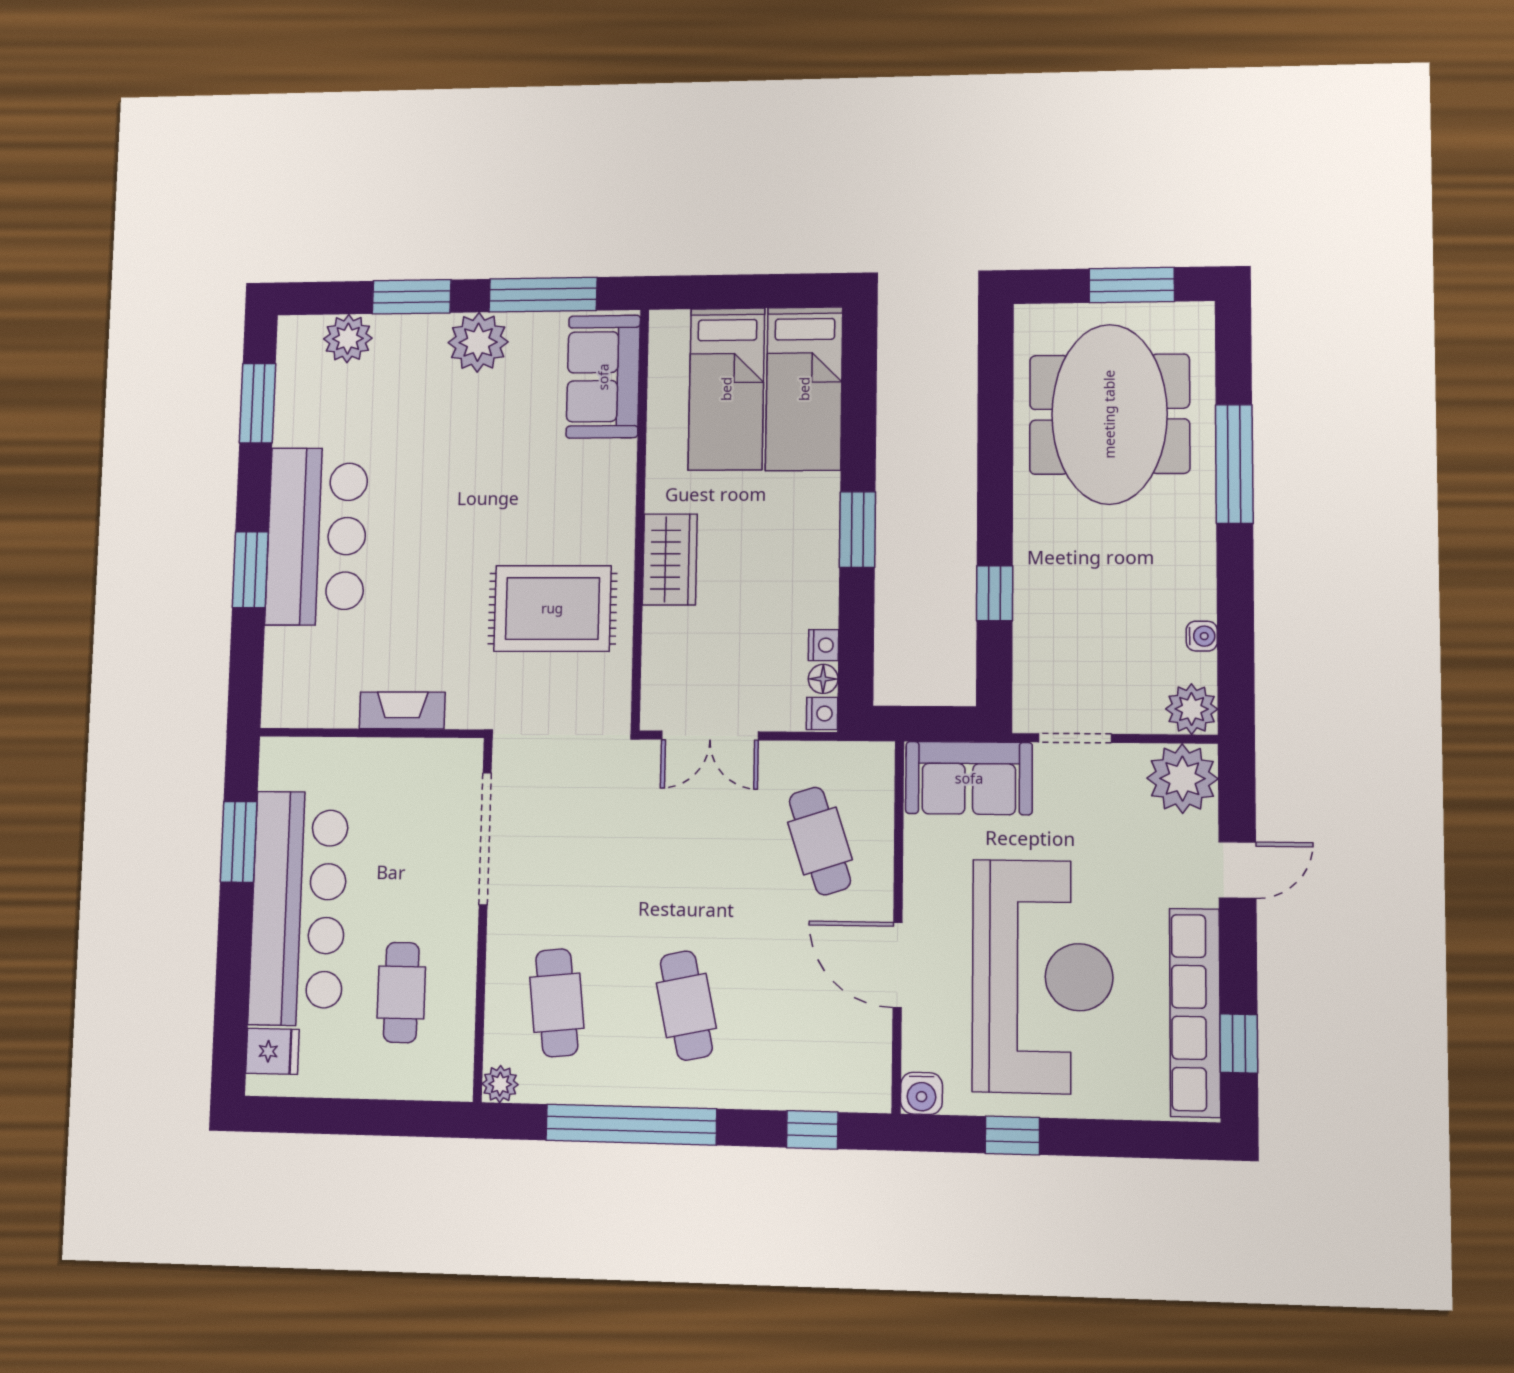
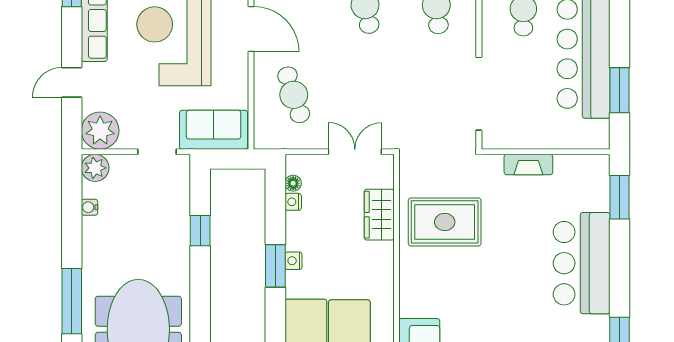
wardrobe: (670, 559) -> (379, 215), moved
window: (250, 570) -> (620, 197), moved
nightstand: (822, 713) -> (293, 261), moved

